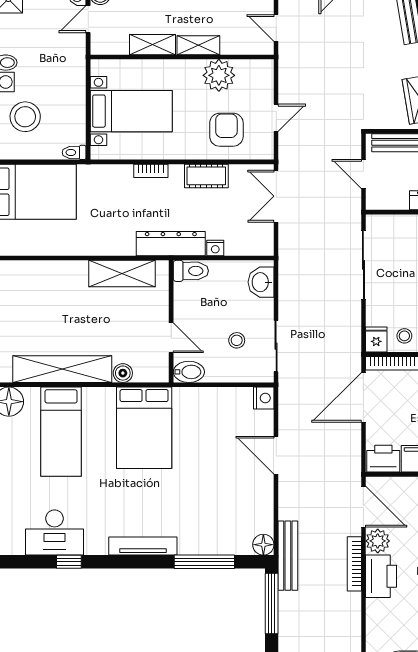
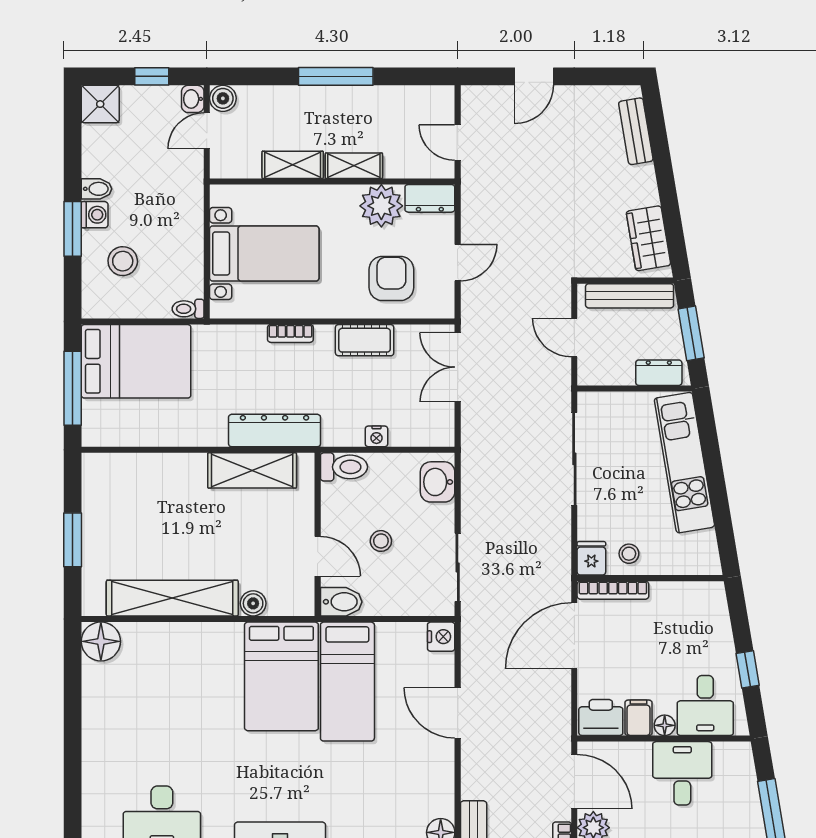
dresser: (255, 70) -> (430, 198), added
stool: (25, 117) -> (123, 261), width x0.73, depth x0.73
dresser: (171, 244) -> (275, 431), moved
stool: (237, 340) -> (381, 541), moved
bed: (61, 432) -> (347, 682), moved

